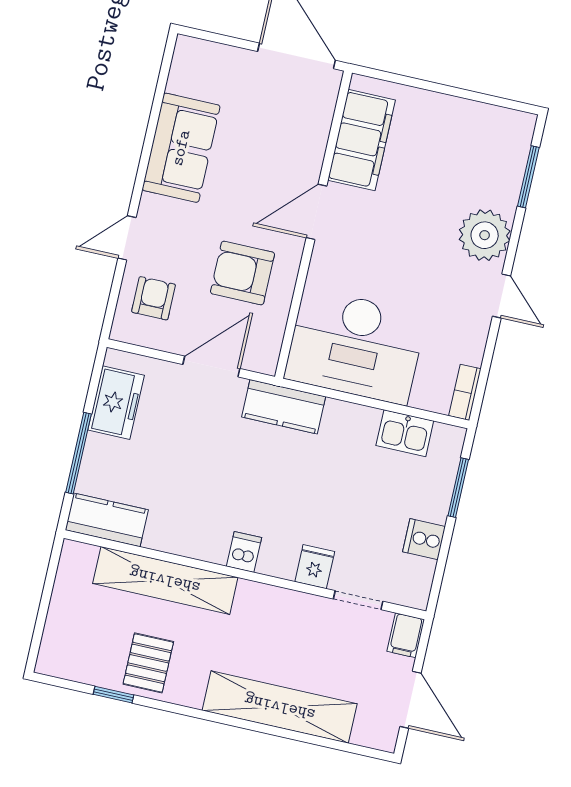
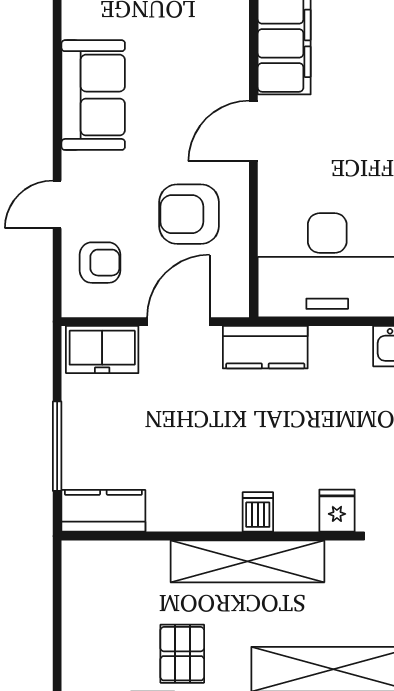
armchair: (154, 298) -> (100, 263), turned 90
freezer: (116, 403) -> (102, 350), moved, turned 90
shelving: (165, 580) -> (247, 561), moved

